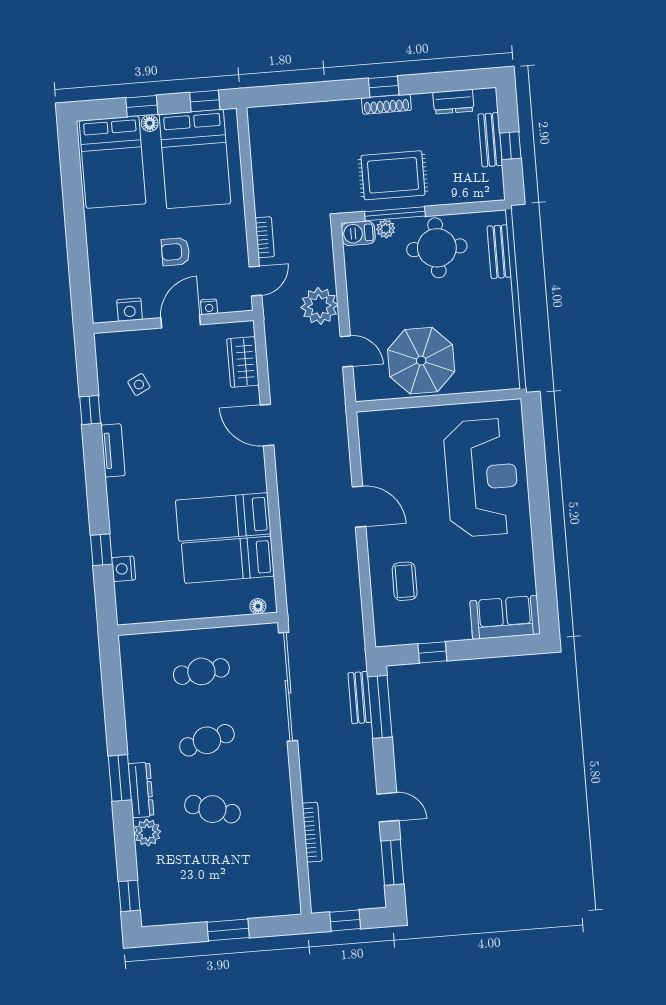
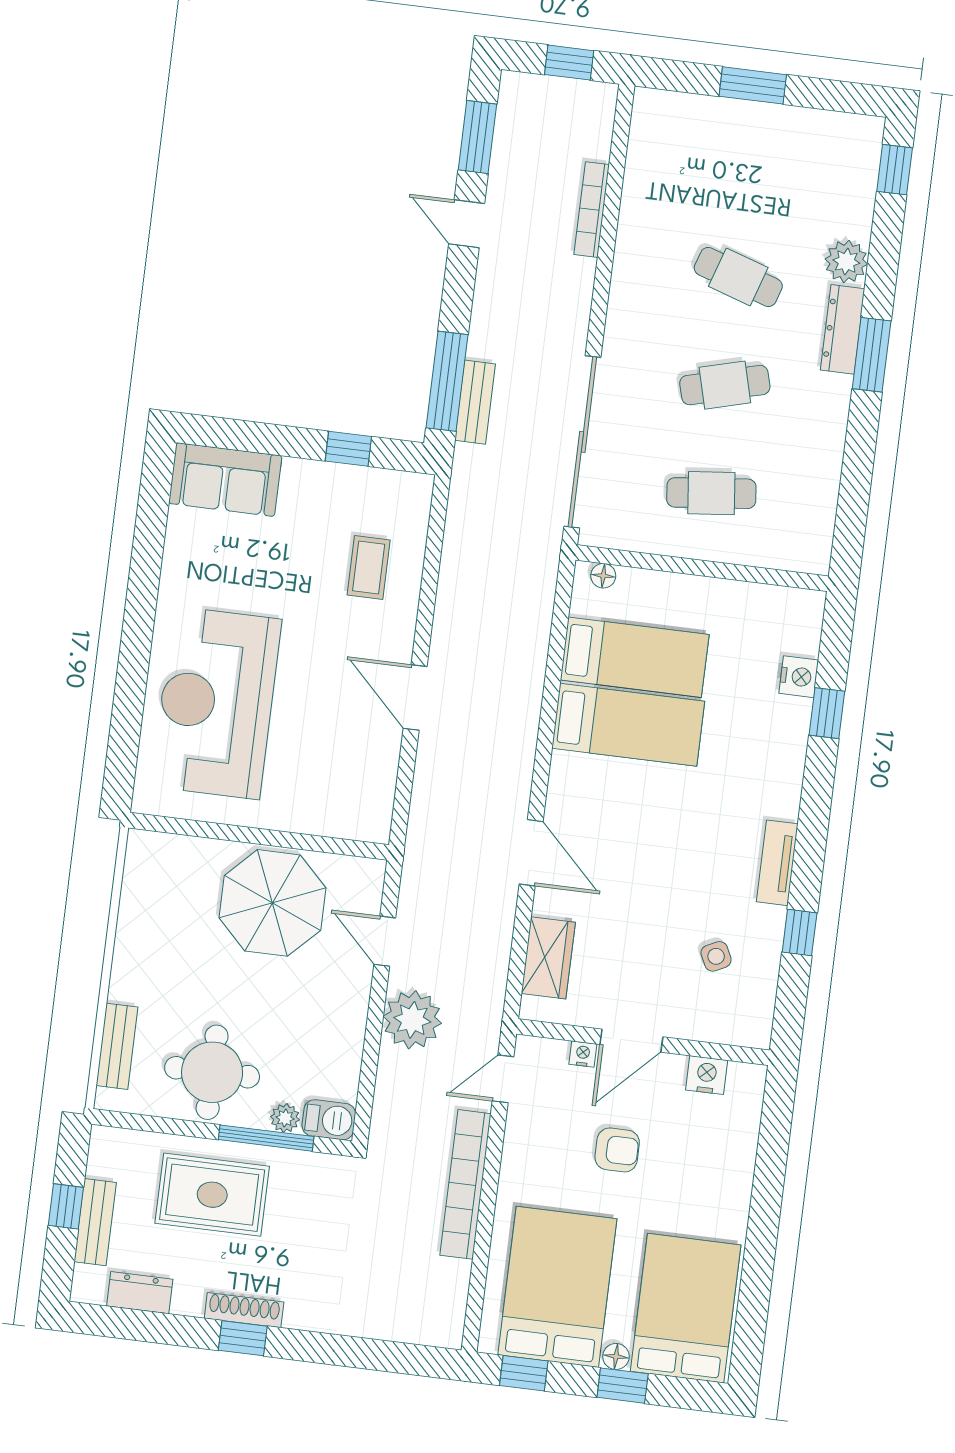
rug: (393, 175) -> (212, 1195), moved
bookcase: (265, 237) -> (466, 1184), width x2.31, depth x1.31

